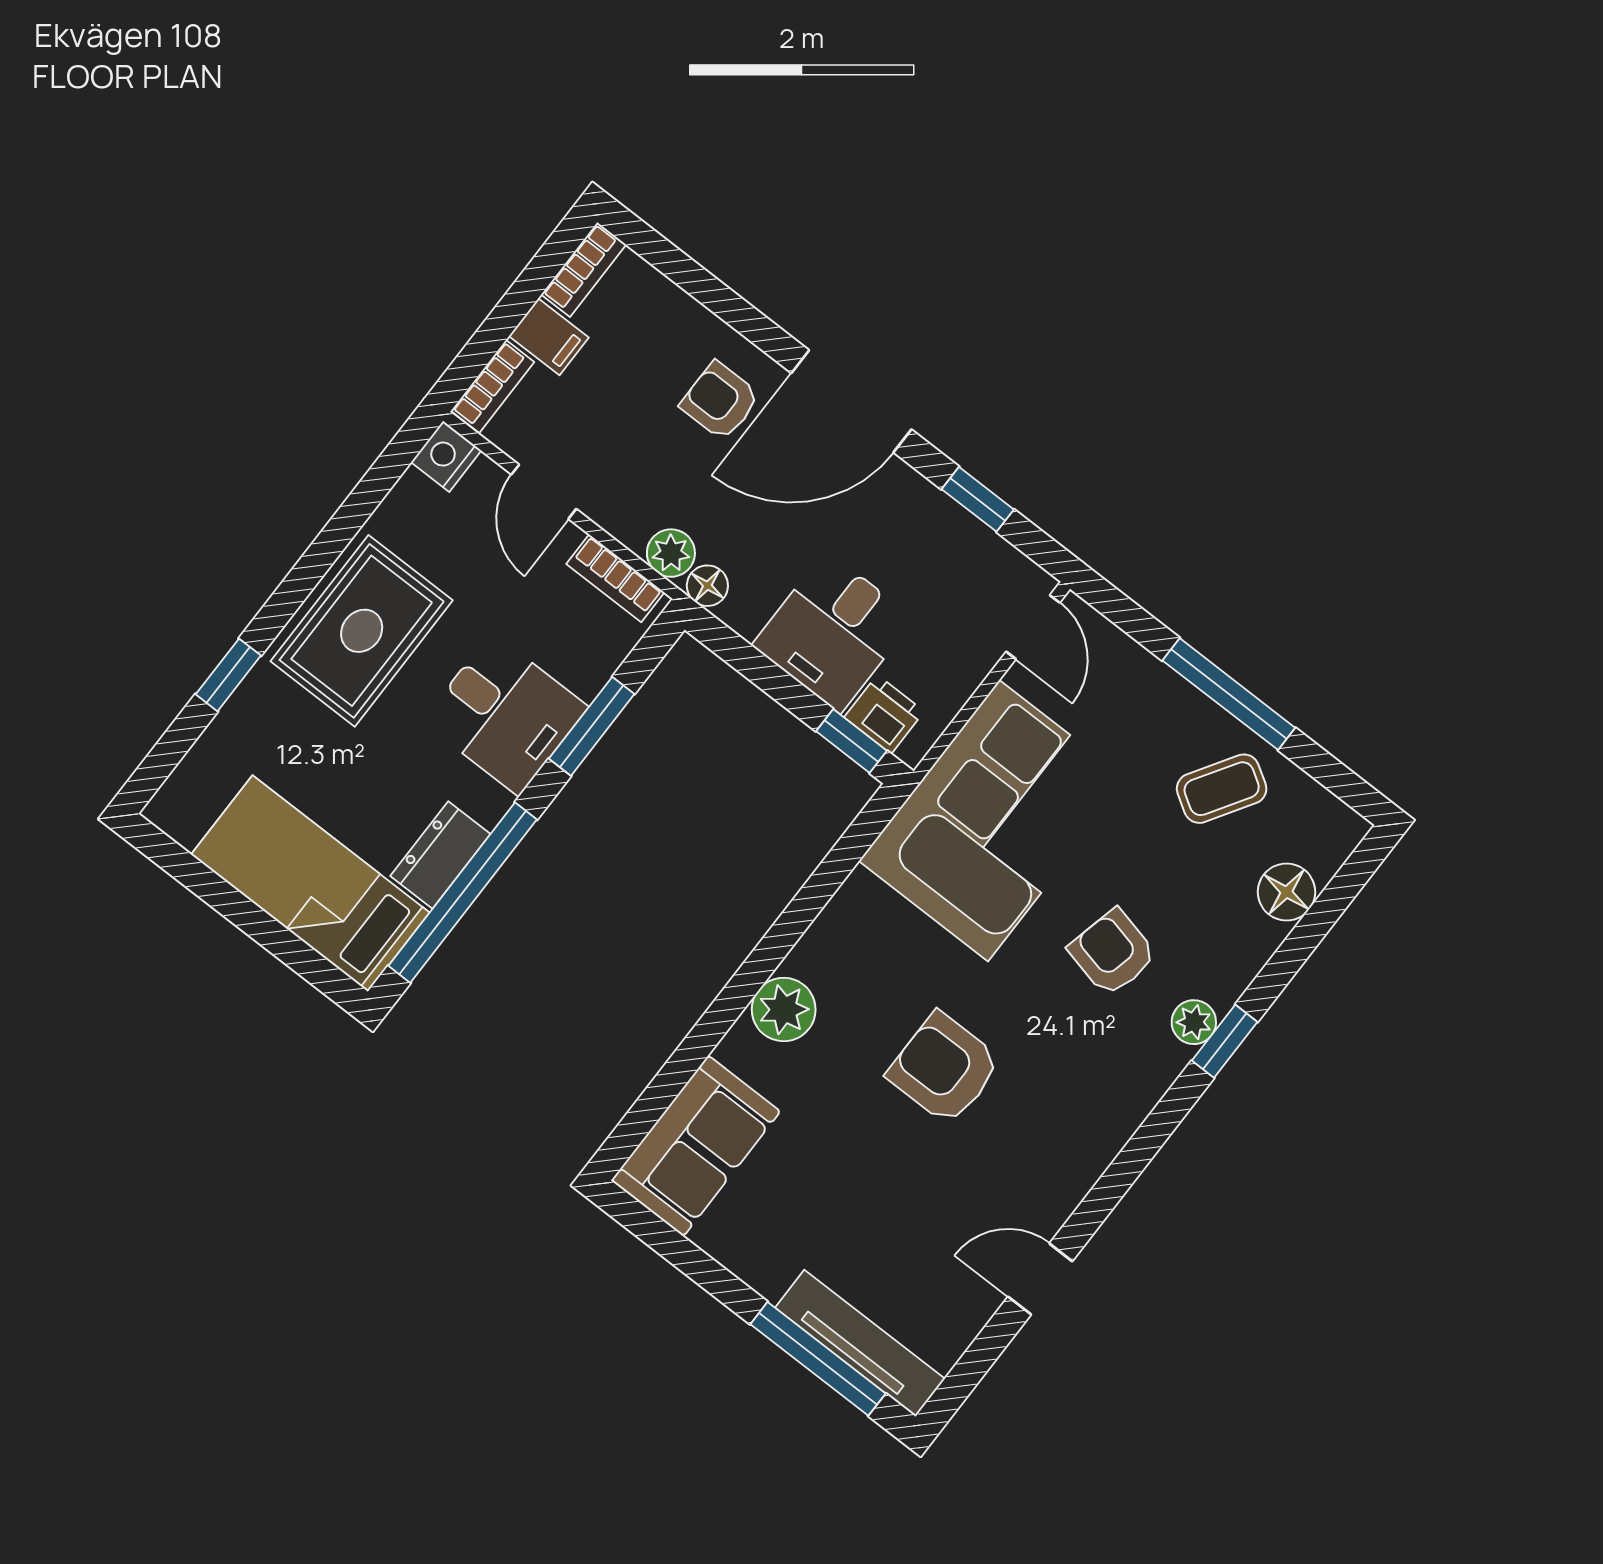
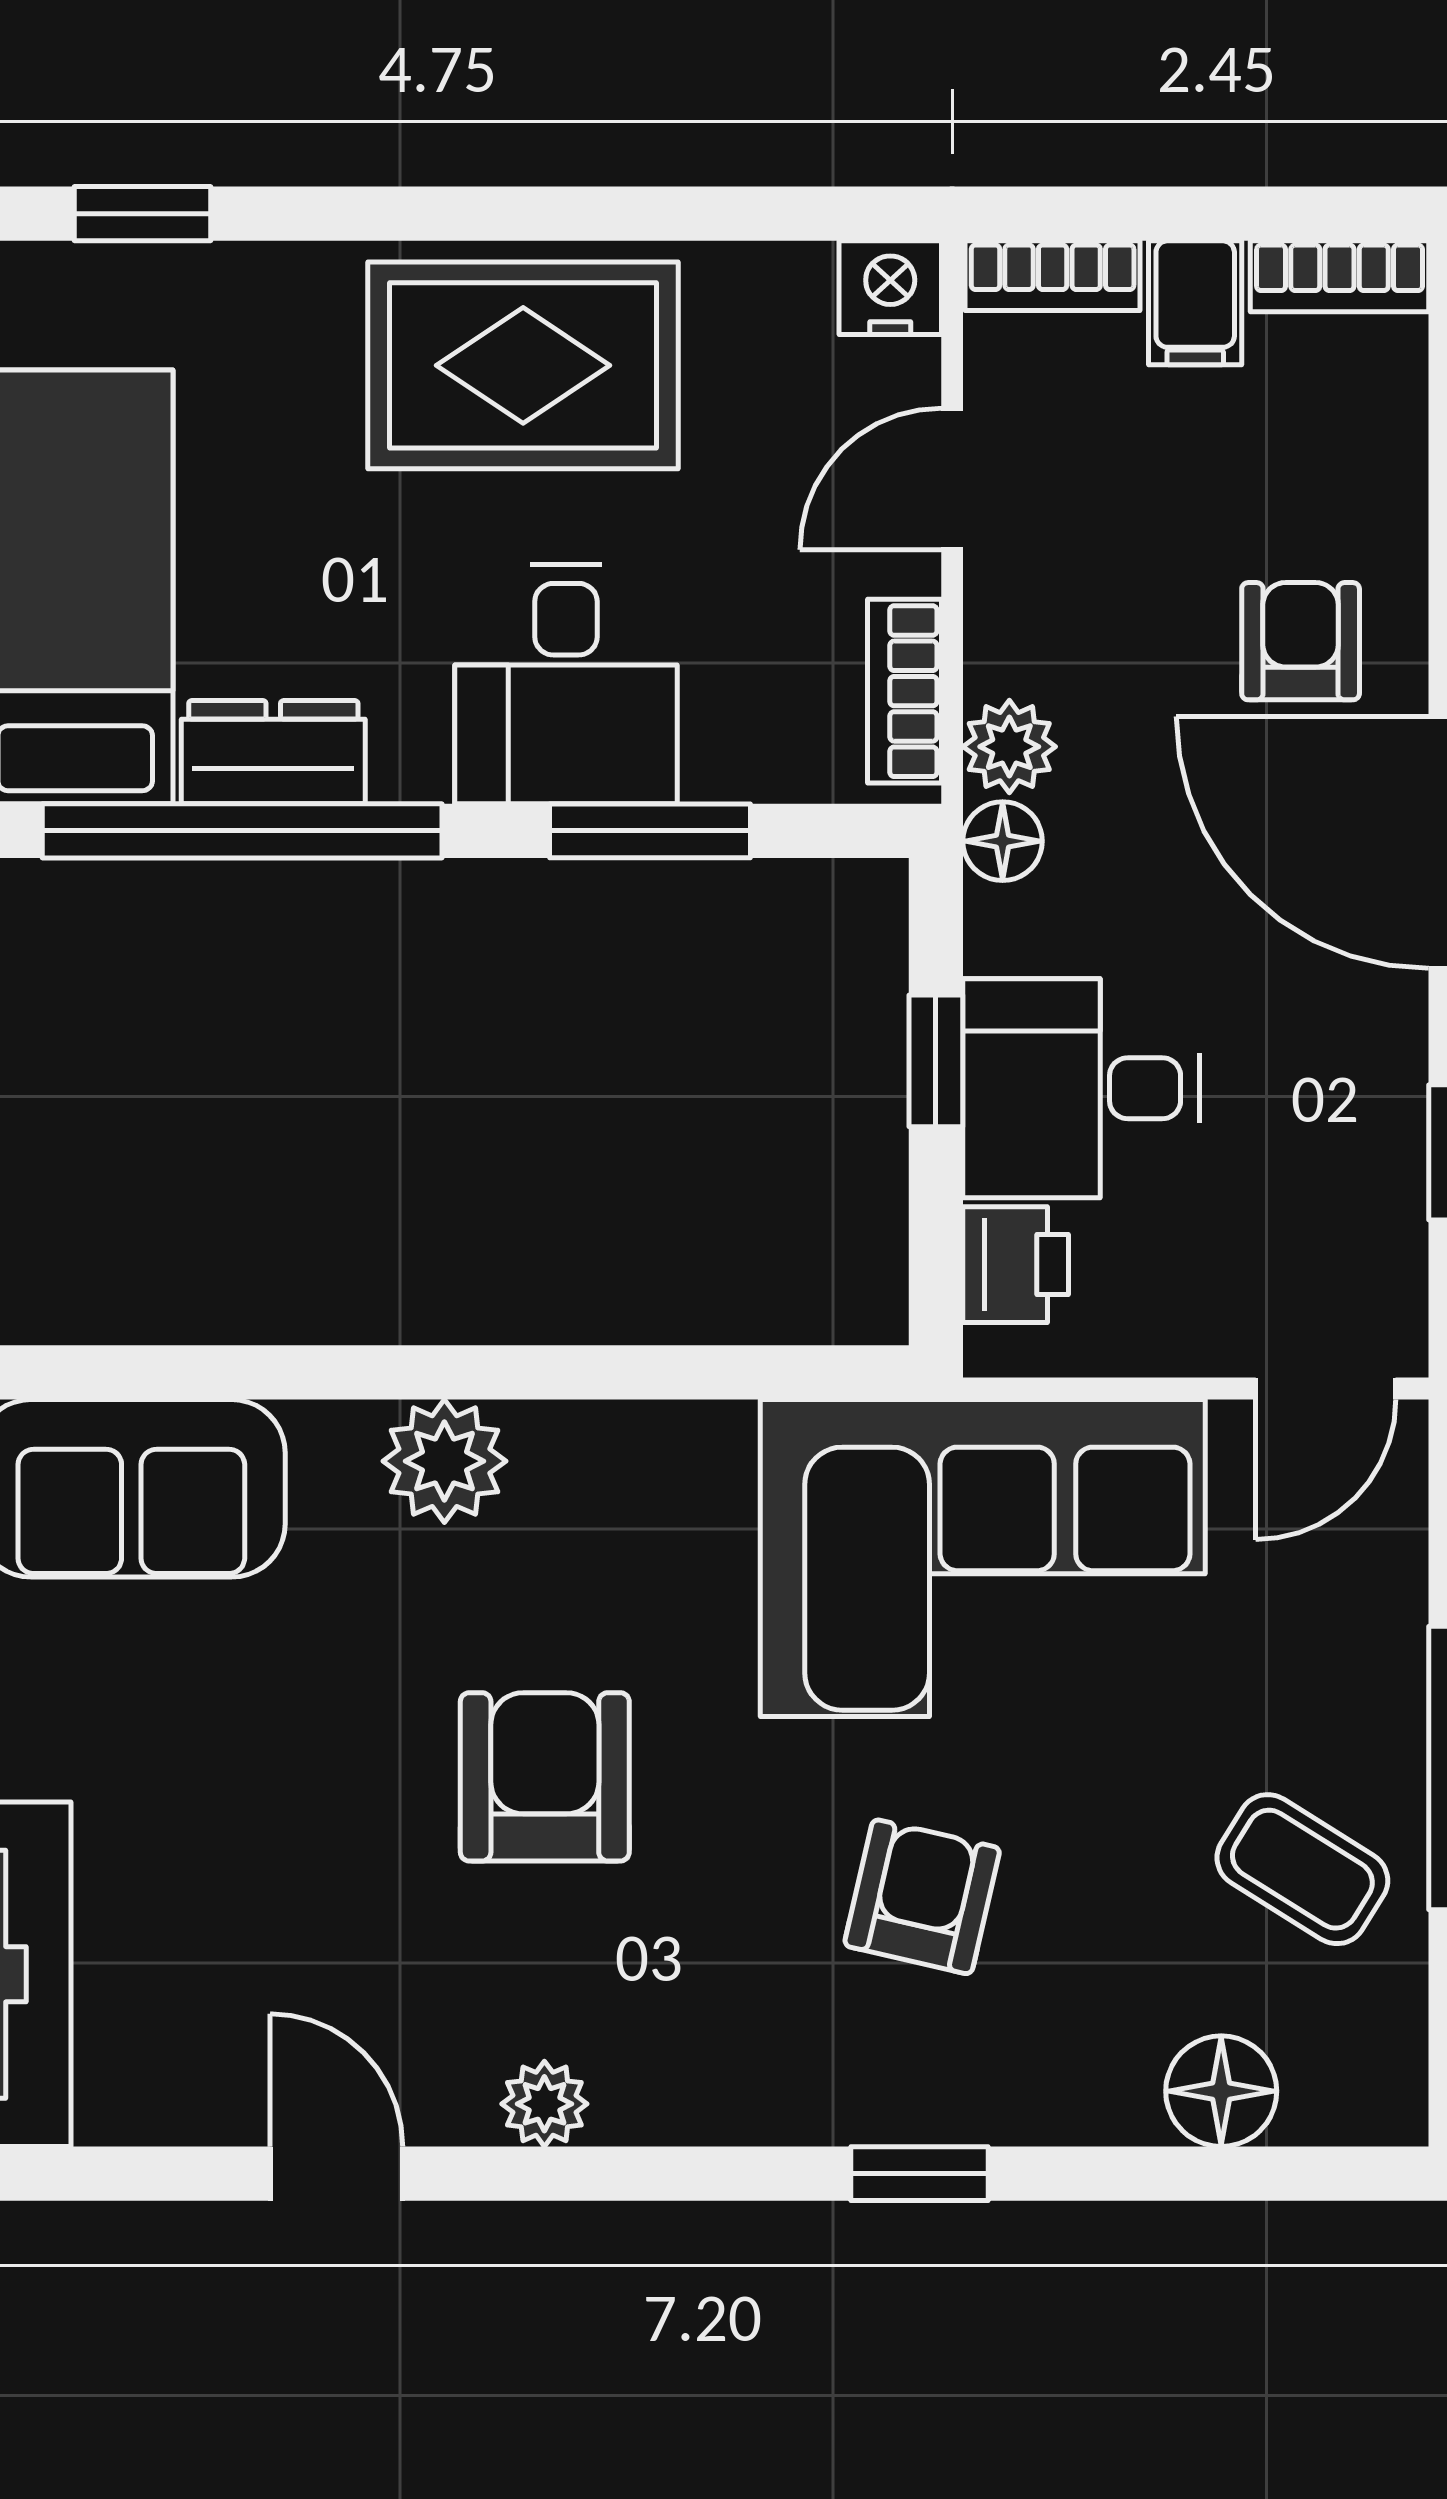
window: (228, 675) -> (142, 214), moved
window: (851, 741) -> (936, 1061), moved
plant: (1194, 1022) -> (544, 2104), moved

